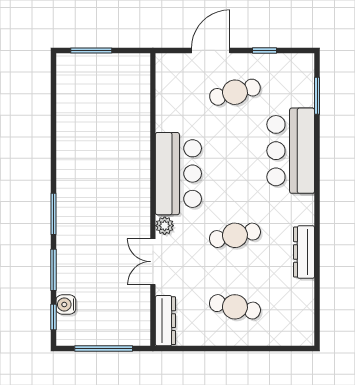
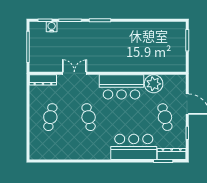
plant: (165, 226) -> (154, 84), moved, width x1.88, depth x1.88
dresser: (304, 252) -> (172, 154), moved

